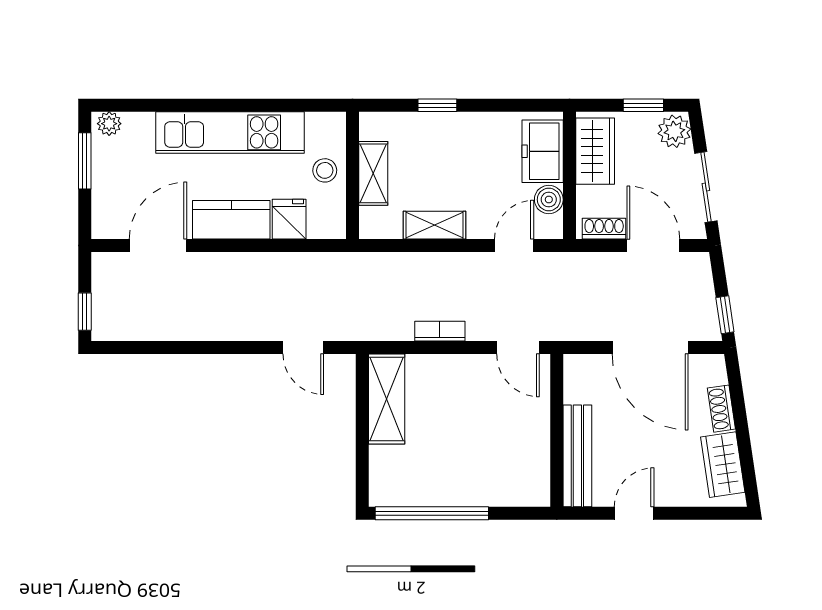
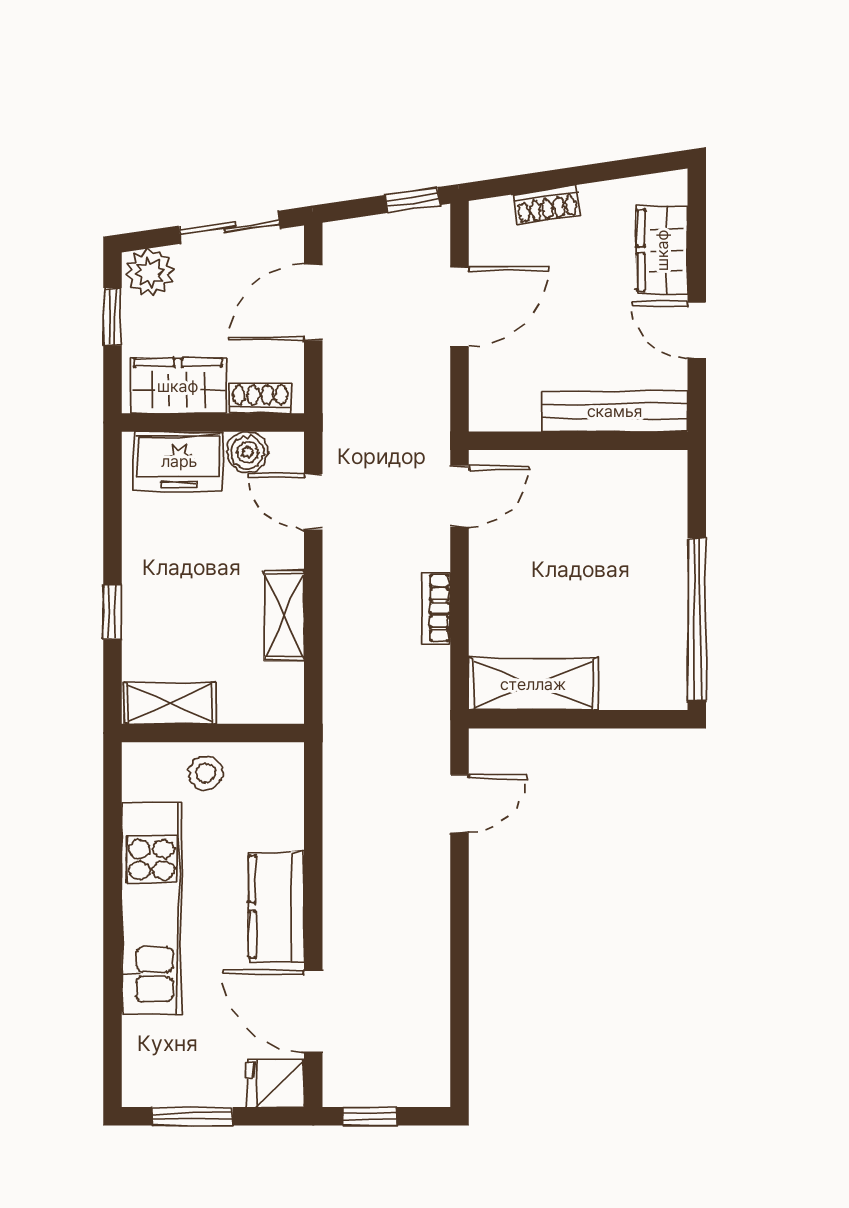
plant: (109, 124) -> (139, 1081), removed
shelving: (373, 173) -> (170, 703), moved
fridge: (289, 219) -> (276, 1083), moved
shoe rack: (604, 229) -> (260, 398), moved, turned 90
window: (85, 312) -> (370, 1116), moved
door: (650, 347) -> (459, 307), width x0.73
wardrobe: (723, 465) -> (662, 250), moved, turned 98

